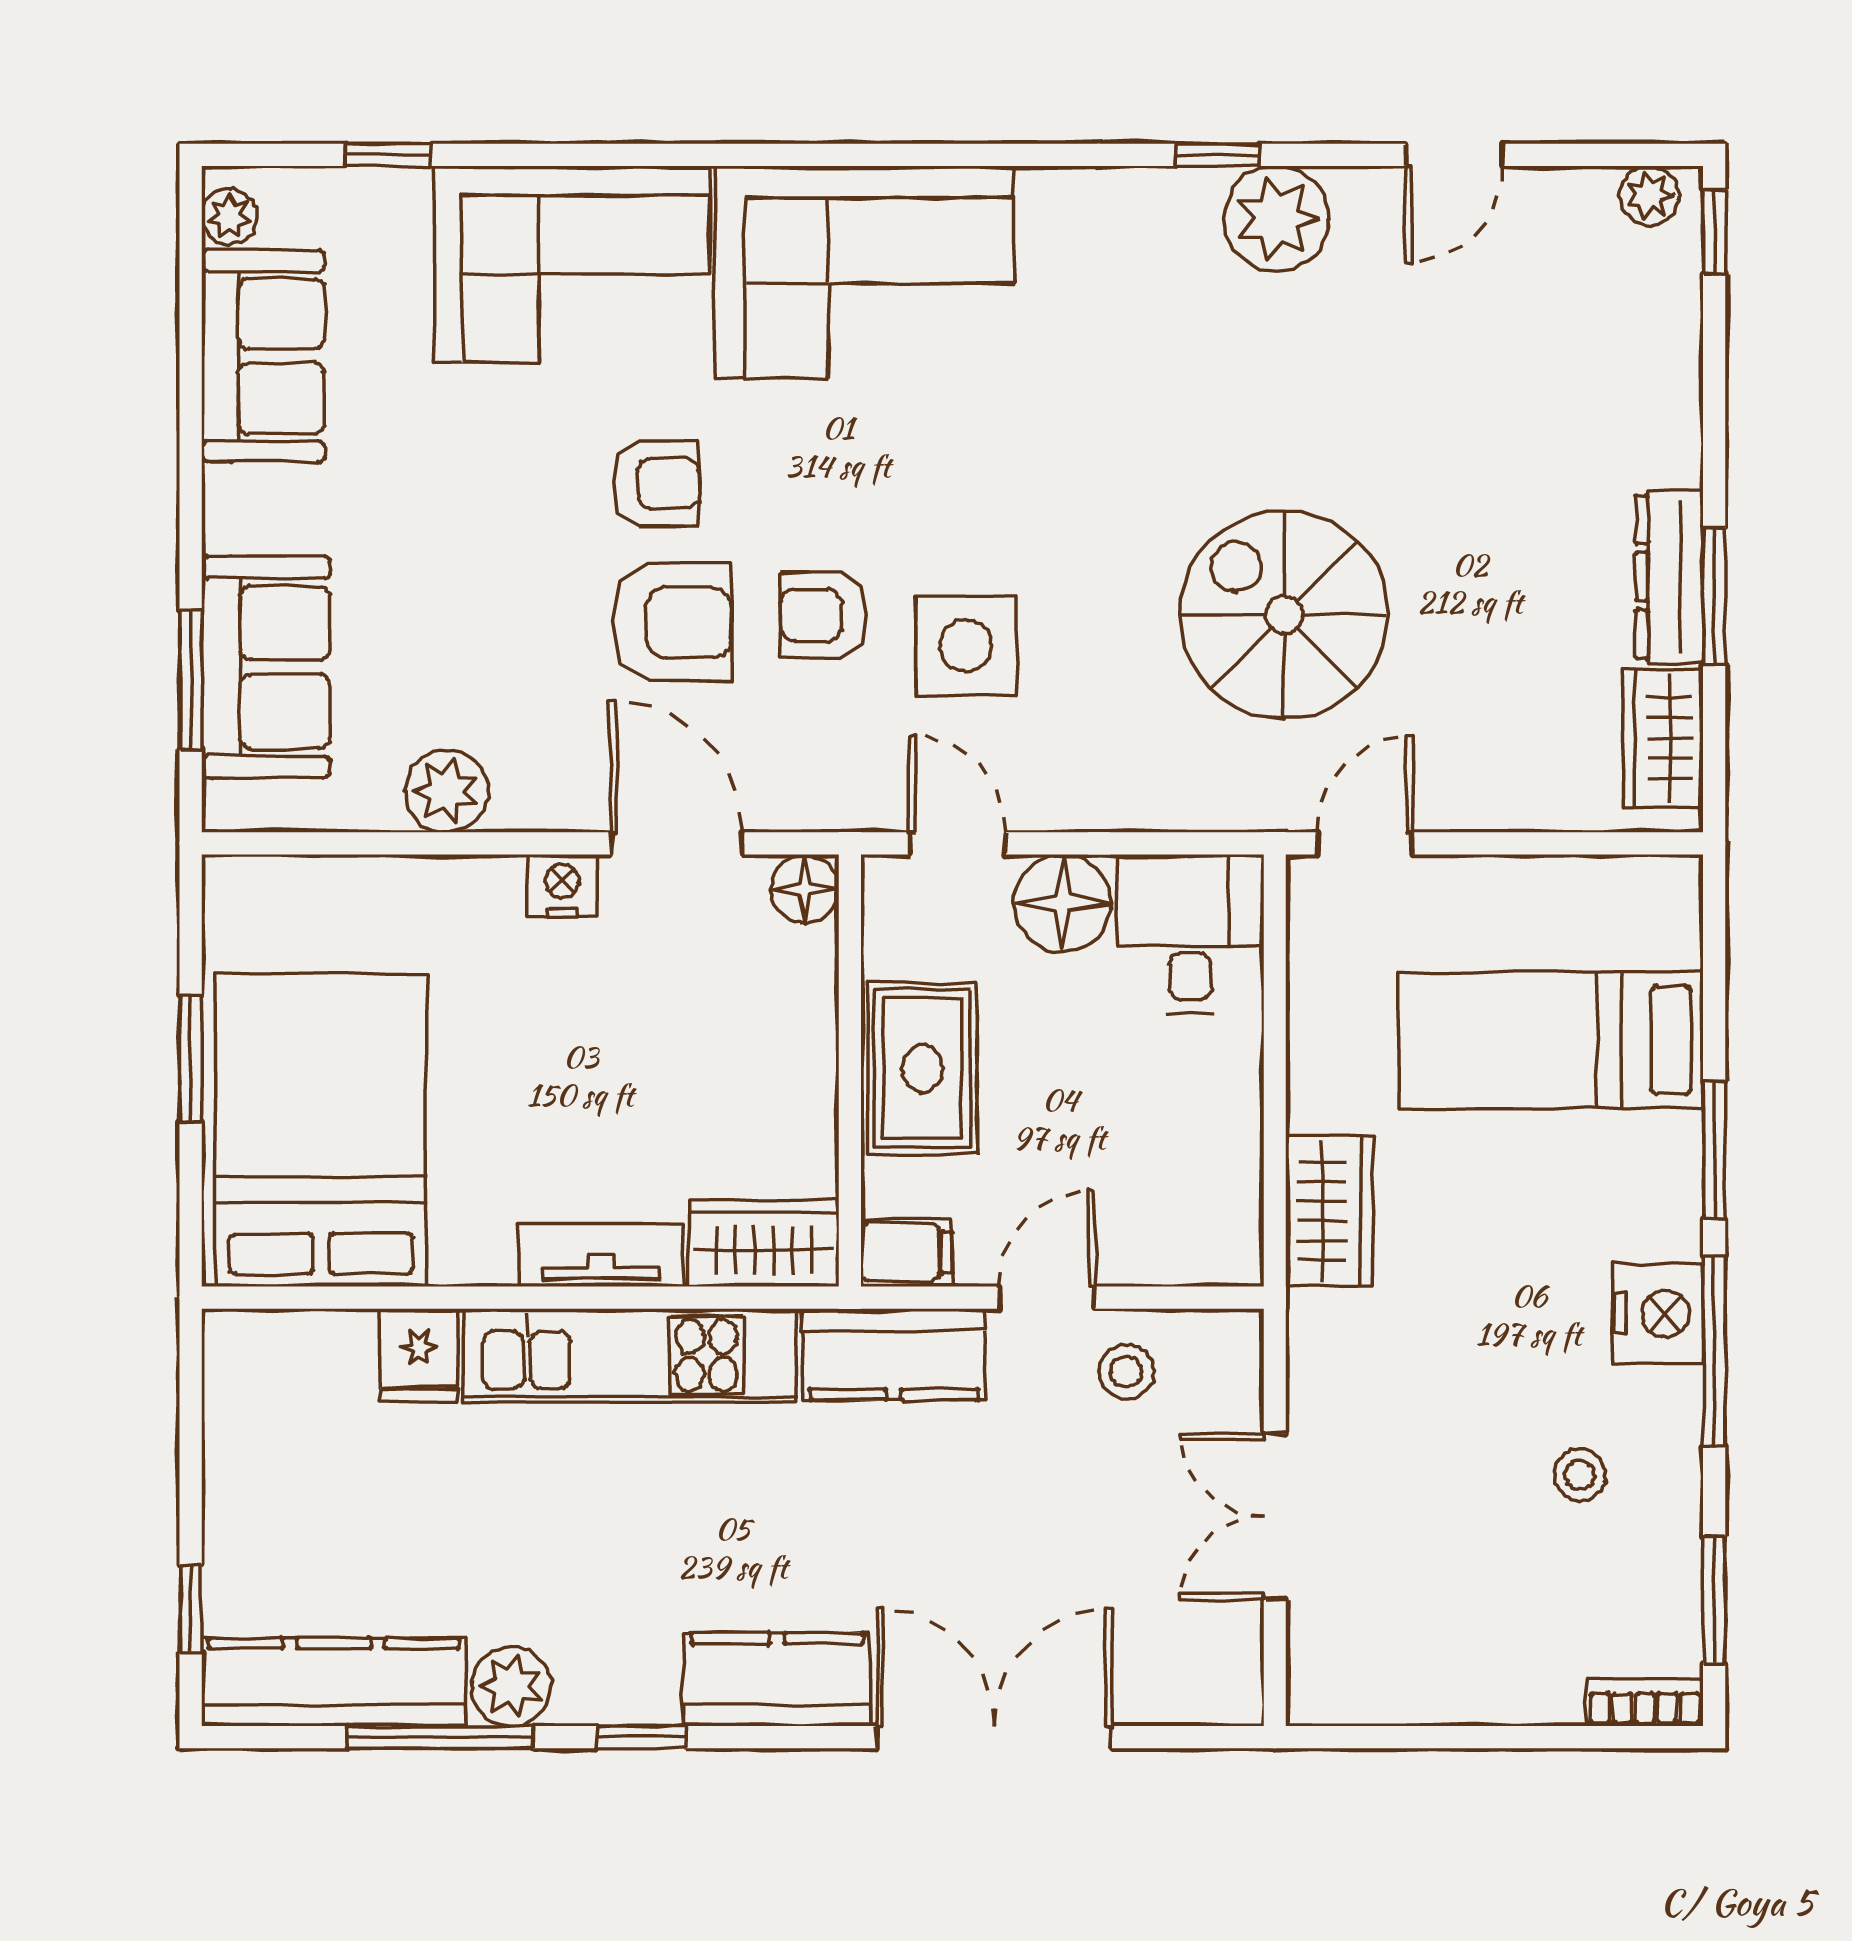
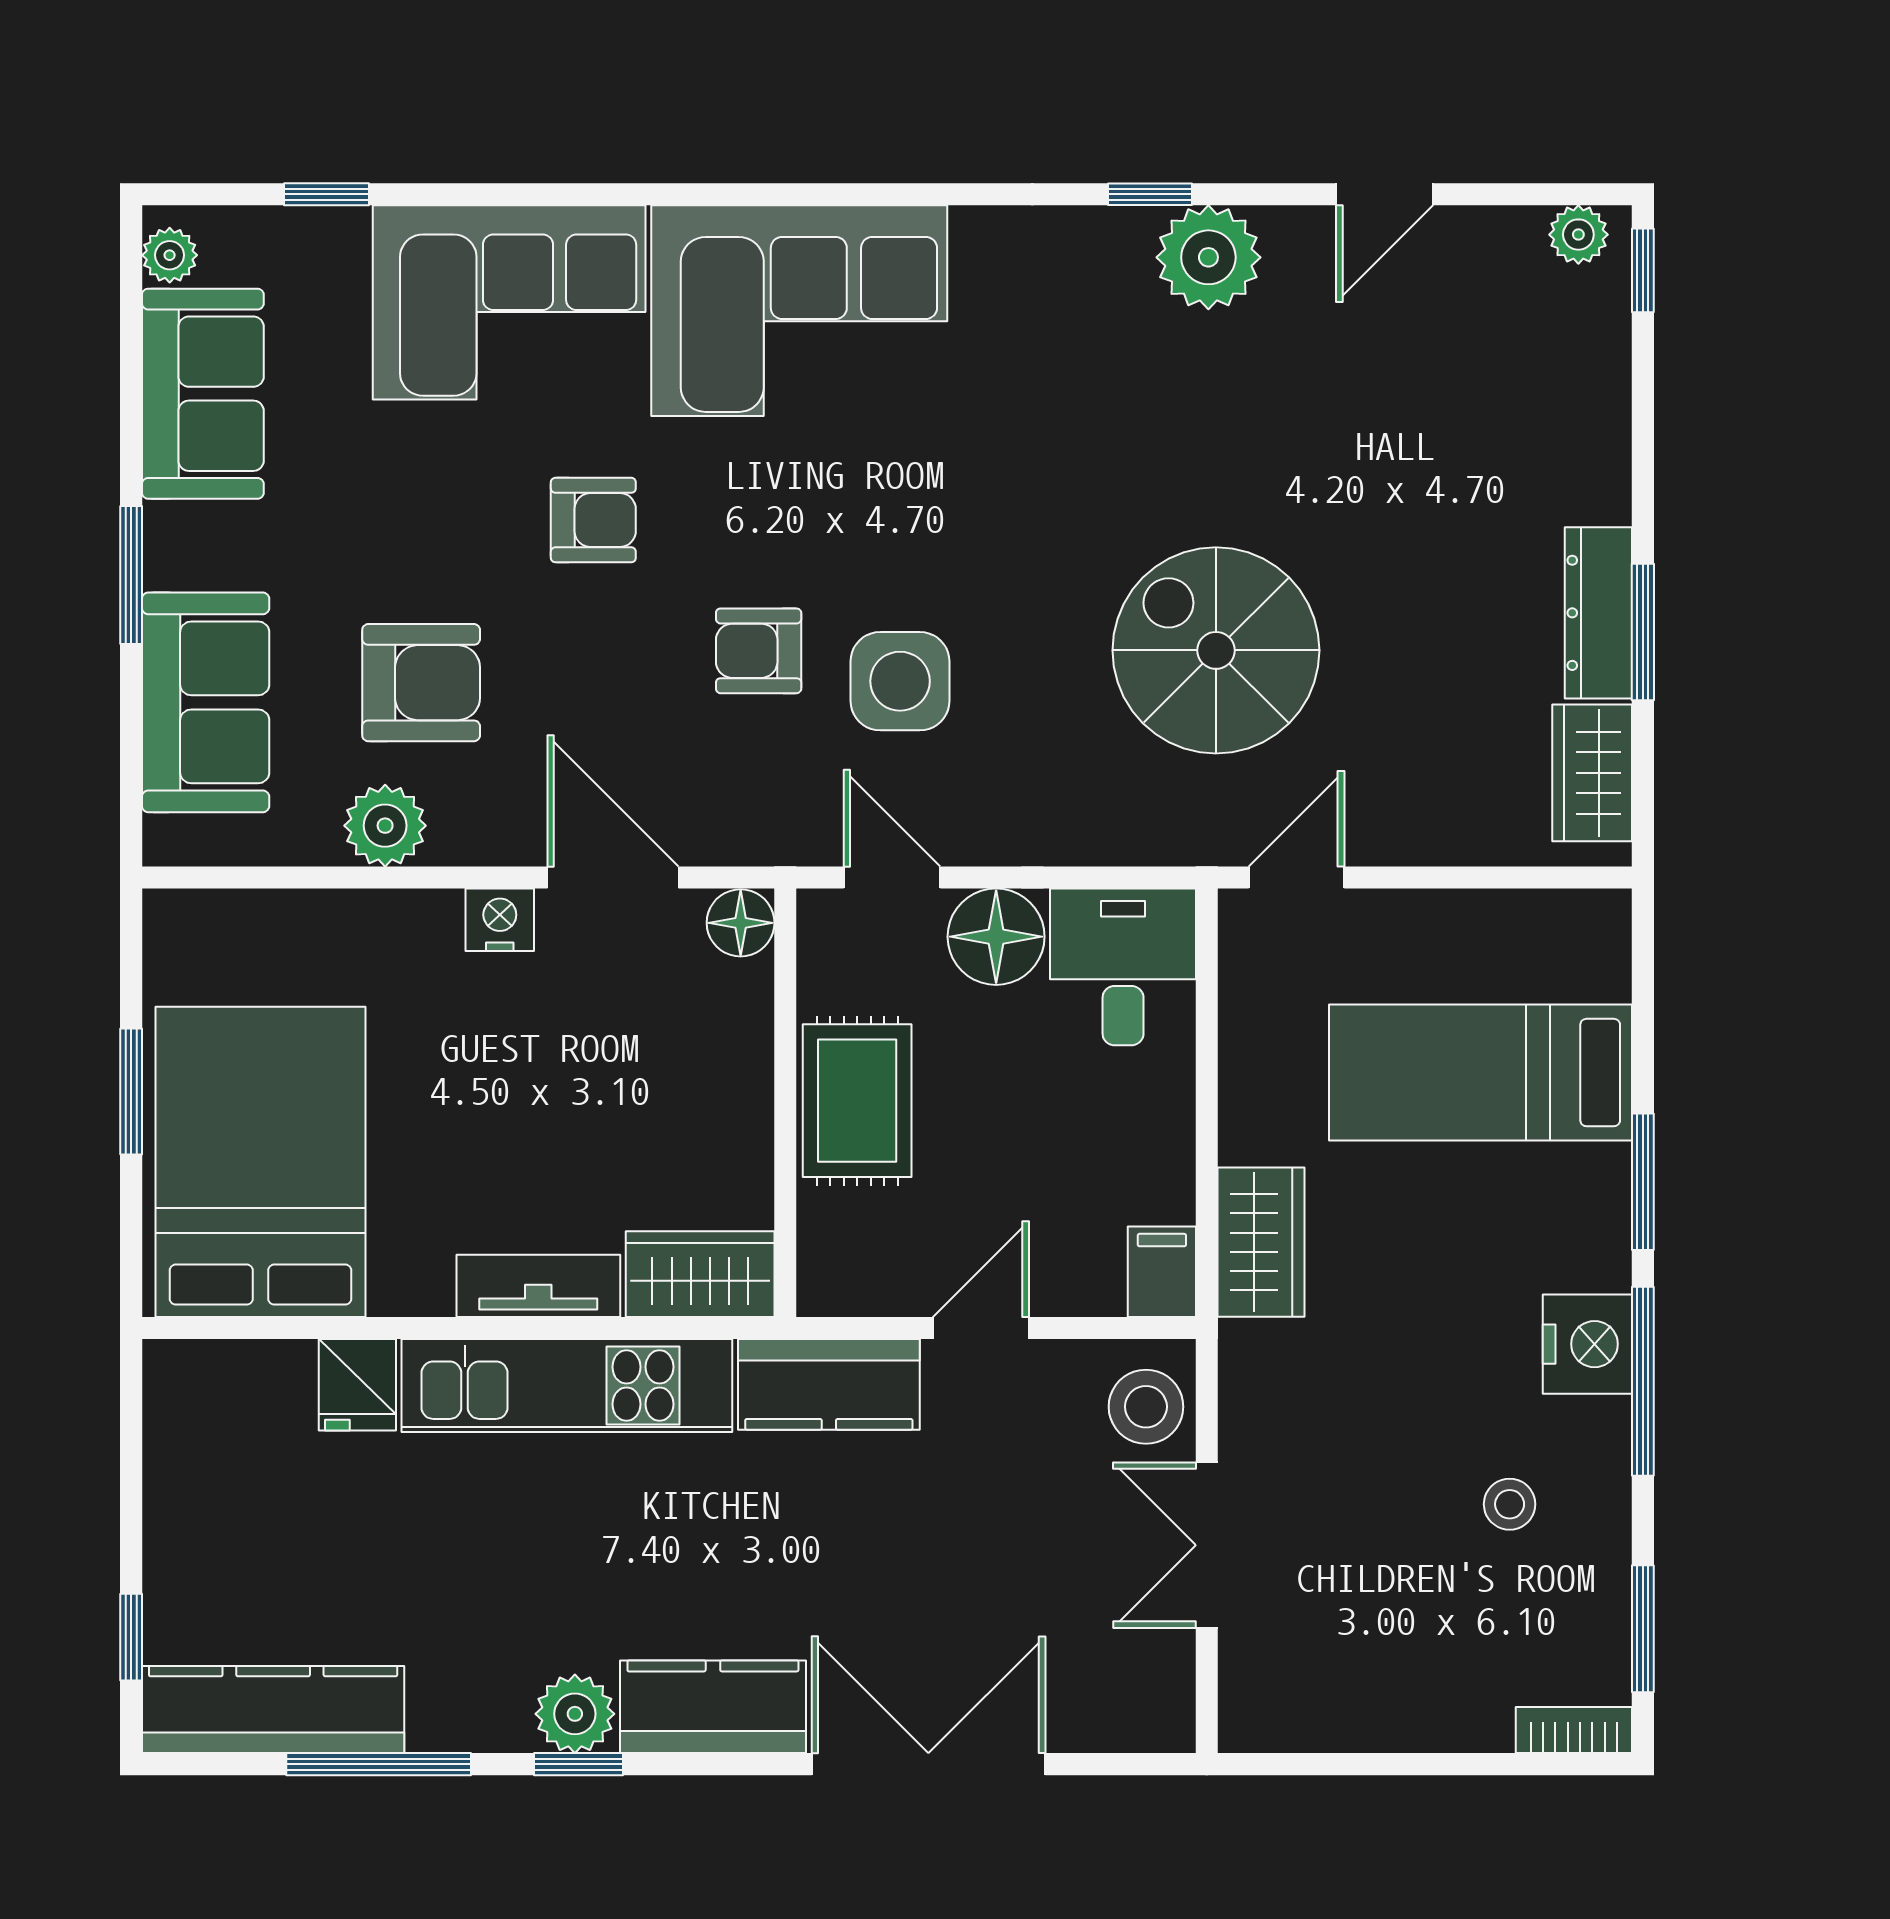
armchair: (672, 622) -> (421, 683), moved
window: (191, 680) -> (131, 575), moved
filing cabinet: (907, 1252) -> (1162, 1272), moved, turned -90
stool: (1126, 1372) -> (1146, 1407), moved, width x1.37, depth x1.37
plant: (511, 1686) -> (575, 1714), moved

